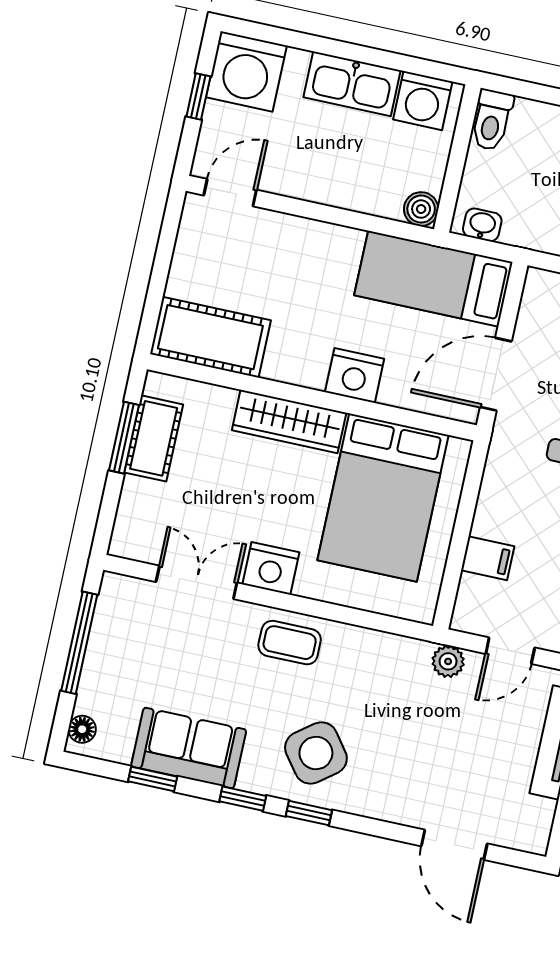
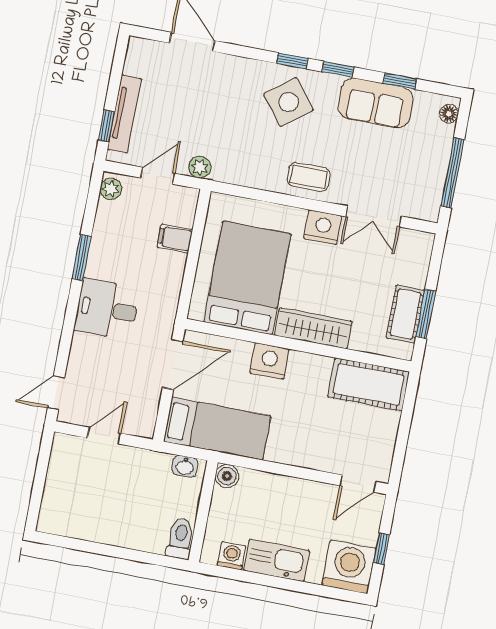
washing machine: (423, 101) -> (232, 556), width x0.73, depth x0.73

